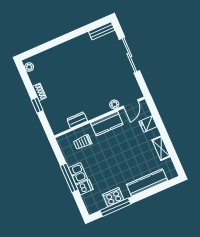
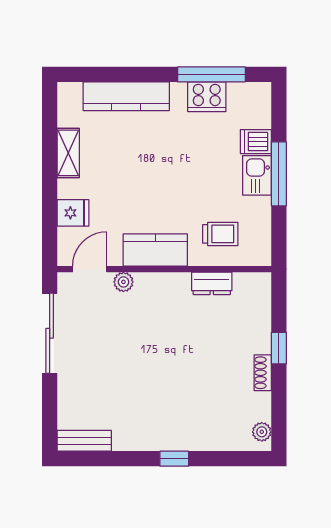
window: (61, 40) -> (174, 459), added
sliding door: (129, 55) -> (50, 333), moved

